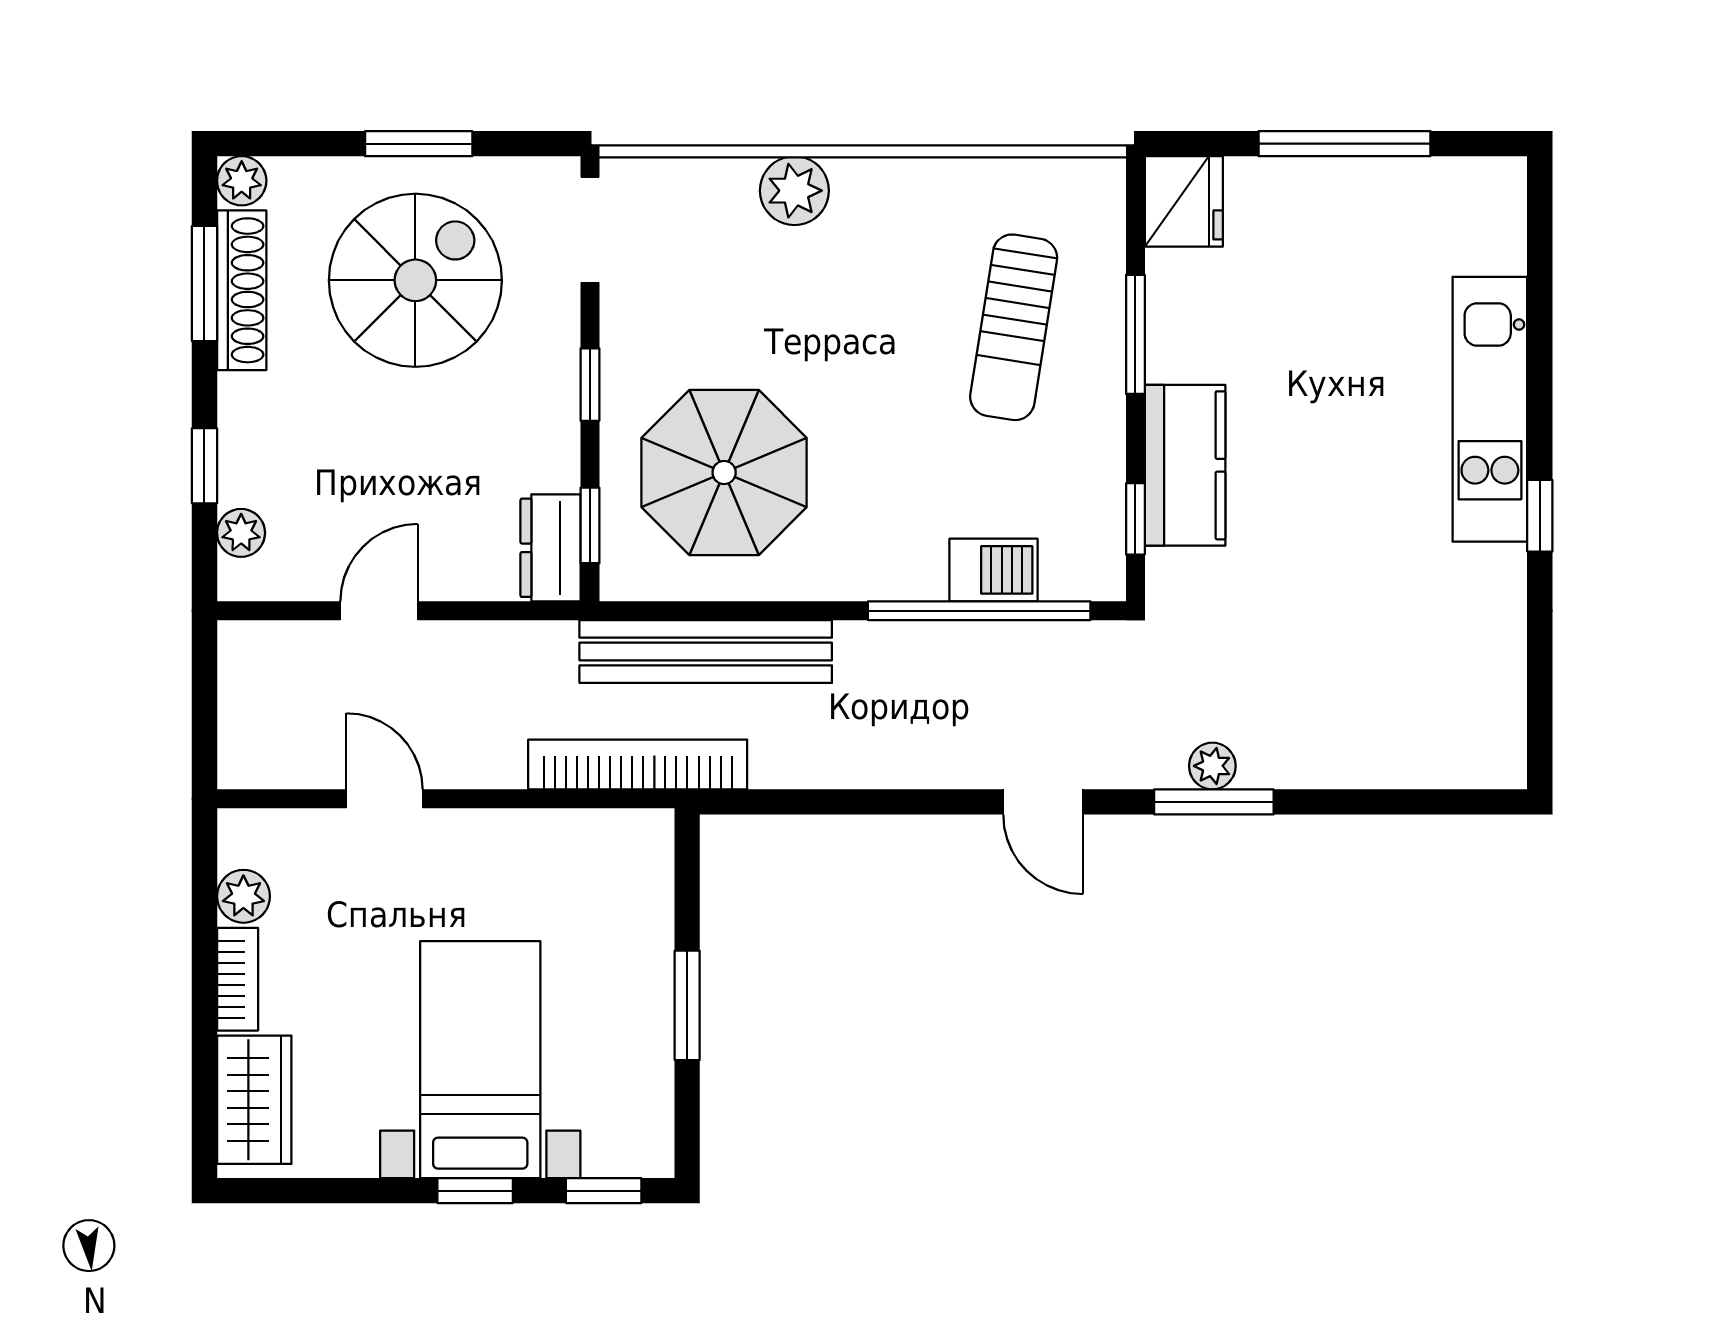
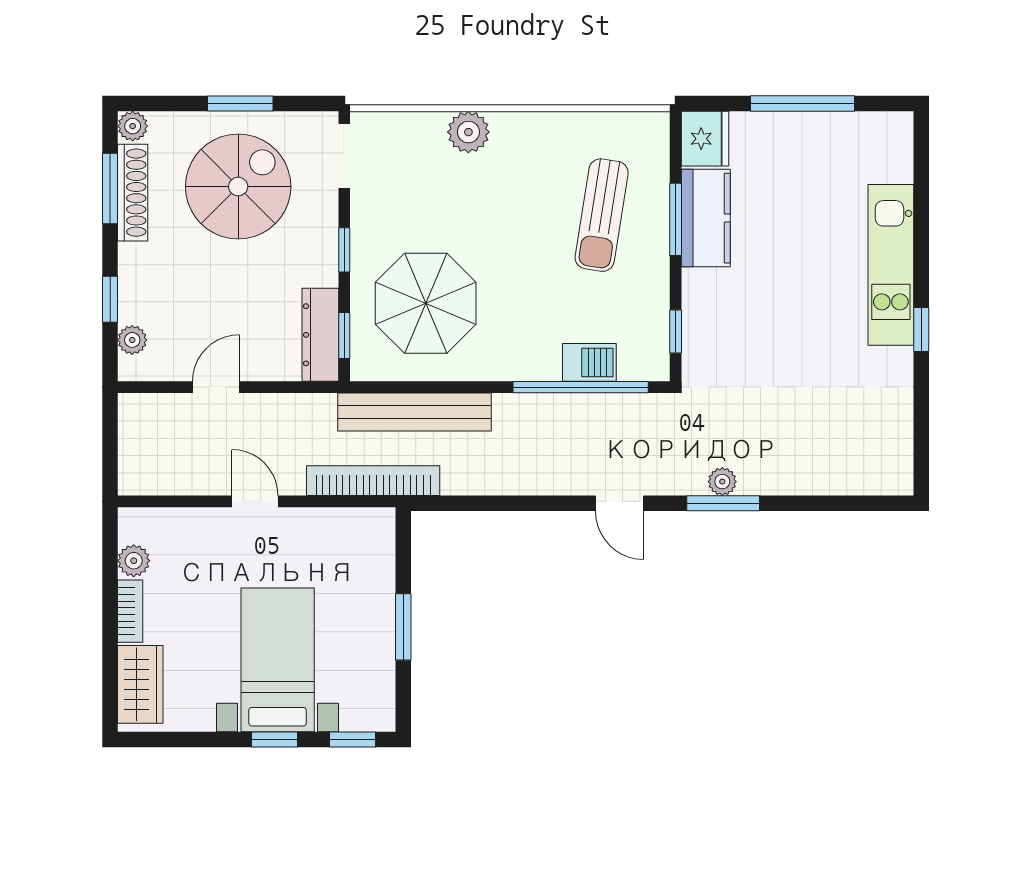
kitchen counter: (1185, 465) -> (706, 218), moved
dresser: (551, 548) -> (320, 335), width x1.44
door: (384, 799) -> (255, 501), moved

